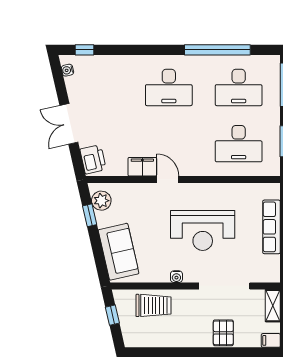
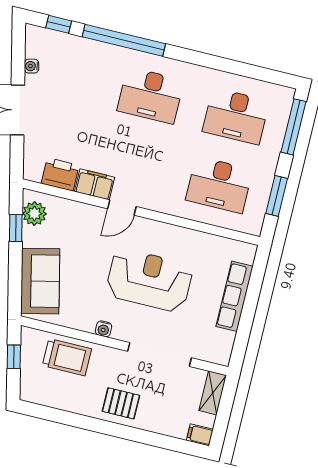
window: (217, 50) -> (124, 40), moved
water cooler: (67, 70) -> (32, 66), moved
printer: (93, 159) -> (60, 174), moved, turned -77
door: (168, 180) -> (122, 208), swing flipped
reception desk: (203, 230) -> (149, 280), turned 180
pallet: (223, 333) -> (121, 403), moved, turned 90

